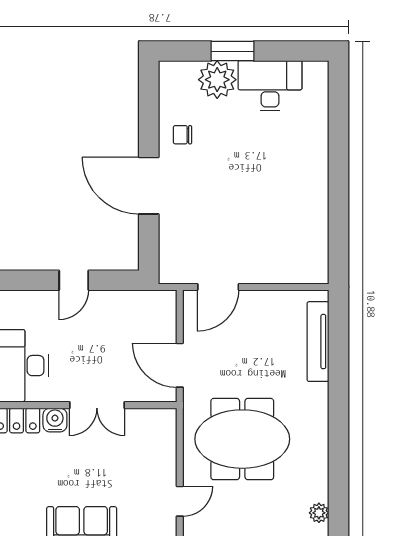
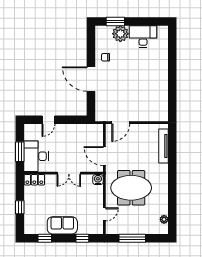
window: (233, 51) -> (115, 21), moved
door: (74, 280) -> (48, 120), moved
water cooler: (55, 420) -> (98, 180), moved

